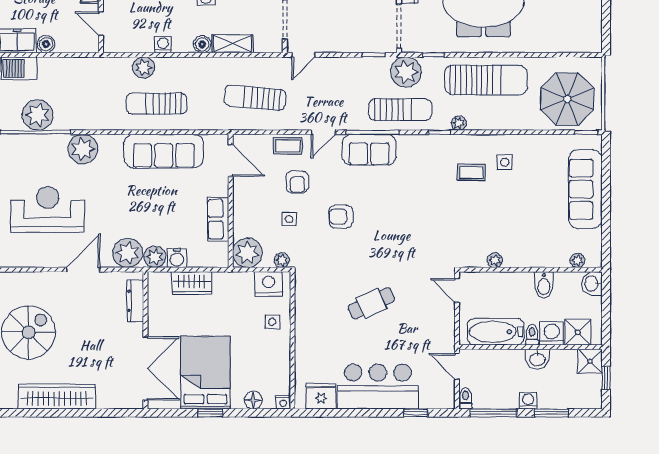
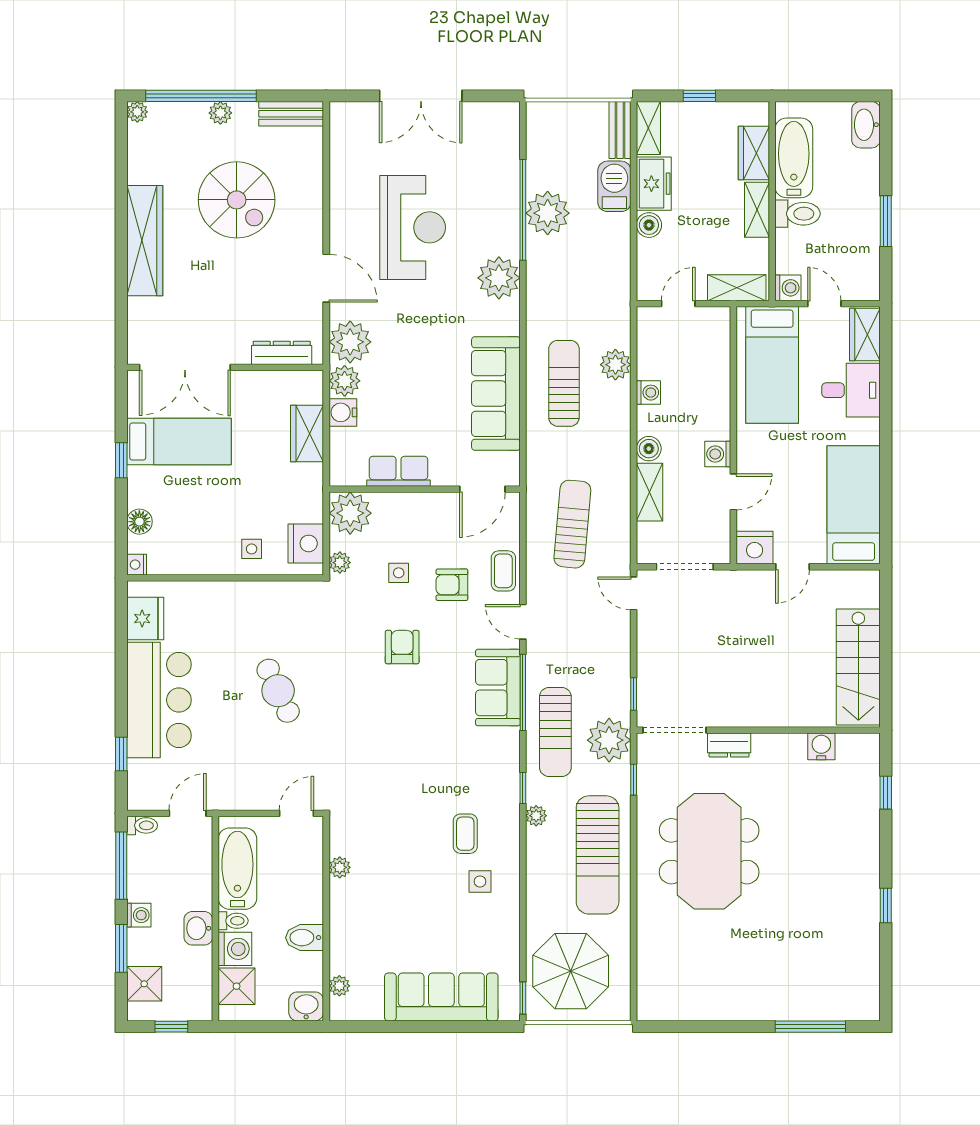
shower: (590, 361) -> (144, 984), moved
bed: (205, 373) -> (179, 442), width x0.67

